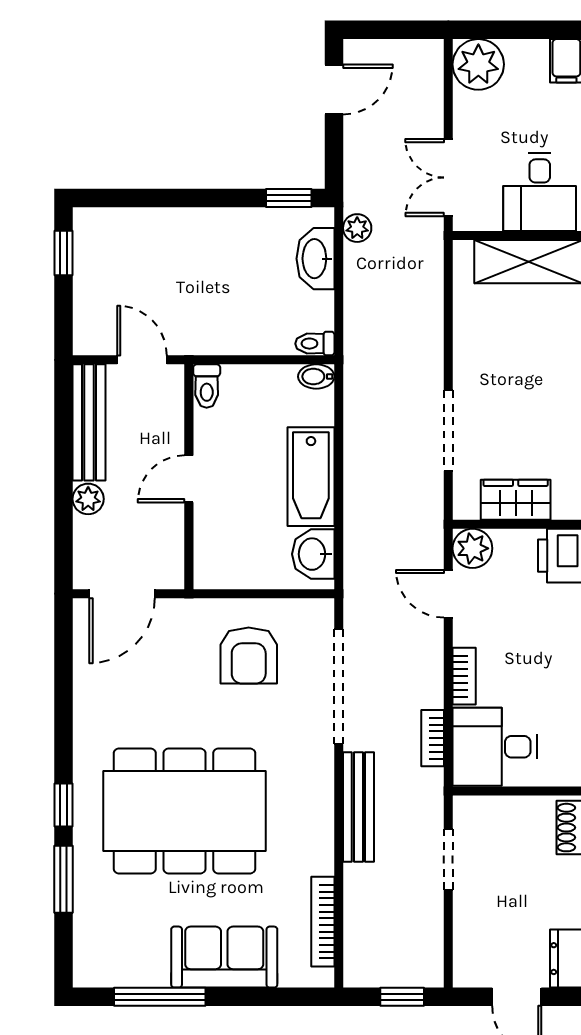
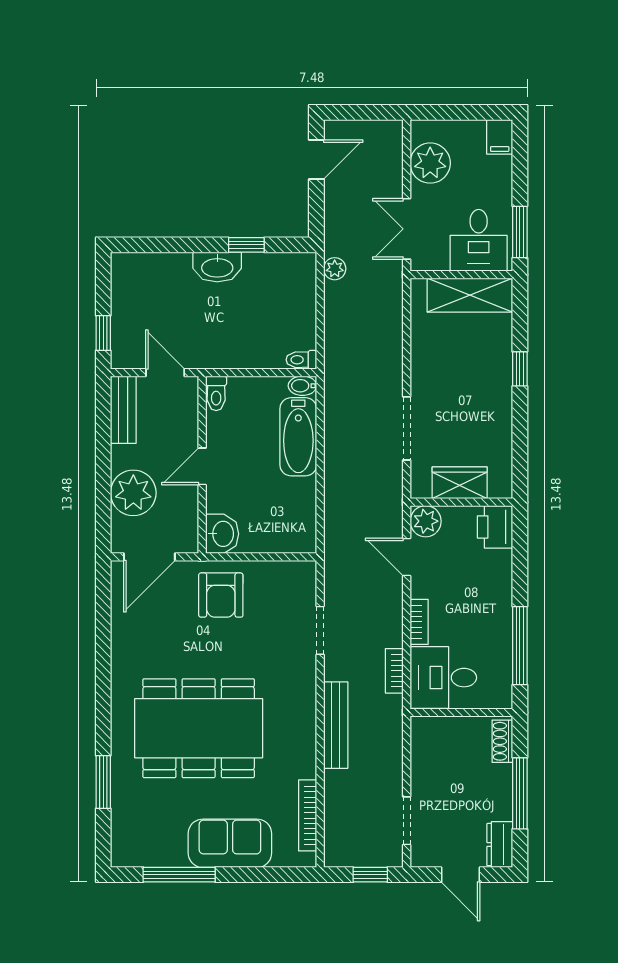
plant: (478, 64) -> (430, 163), moved
window: (289, 198) -> (246, 245), moved
window: (64, 253) -> (103, 333), moved
washbasin: (316, 259) -> (217, 267), moved, turned -90
bench: (89, 422) -> (123, 410), width x0.73
bathtub: (311, 477) -> (298, 437), moved
plant: (88, 499) -> (133, 493), width x1.88, depth x1.88
washbasin: (313, 554) -> (222, 534), moved, turned 180
armchair: (249, 656) -> (221, 595), moved
doorway: (339, 687) -> (320, 630), width x0.53
window: (64, 805) -> (103, 723), removed
doorway: (448, 860) -> (407, 821), moved

